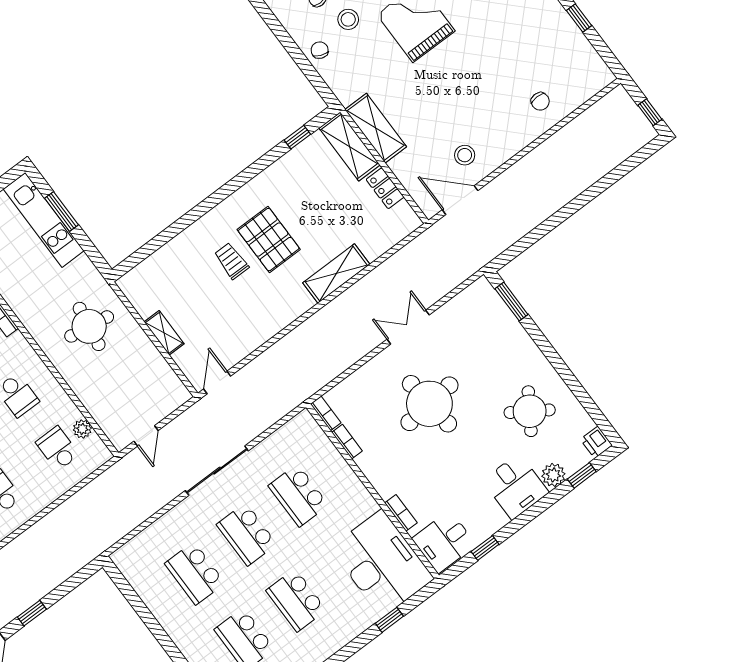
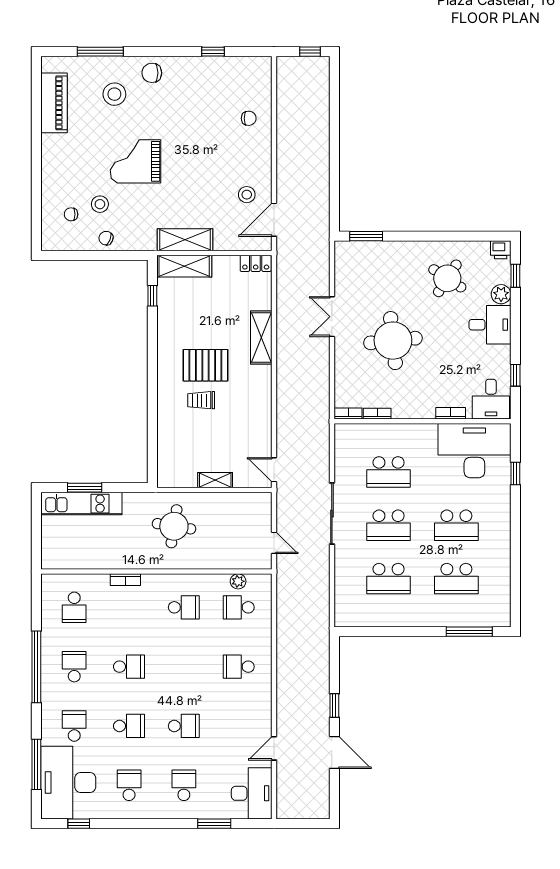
locker: (385, 188) -> (256, 263), moved

